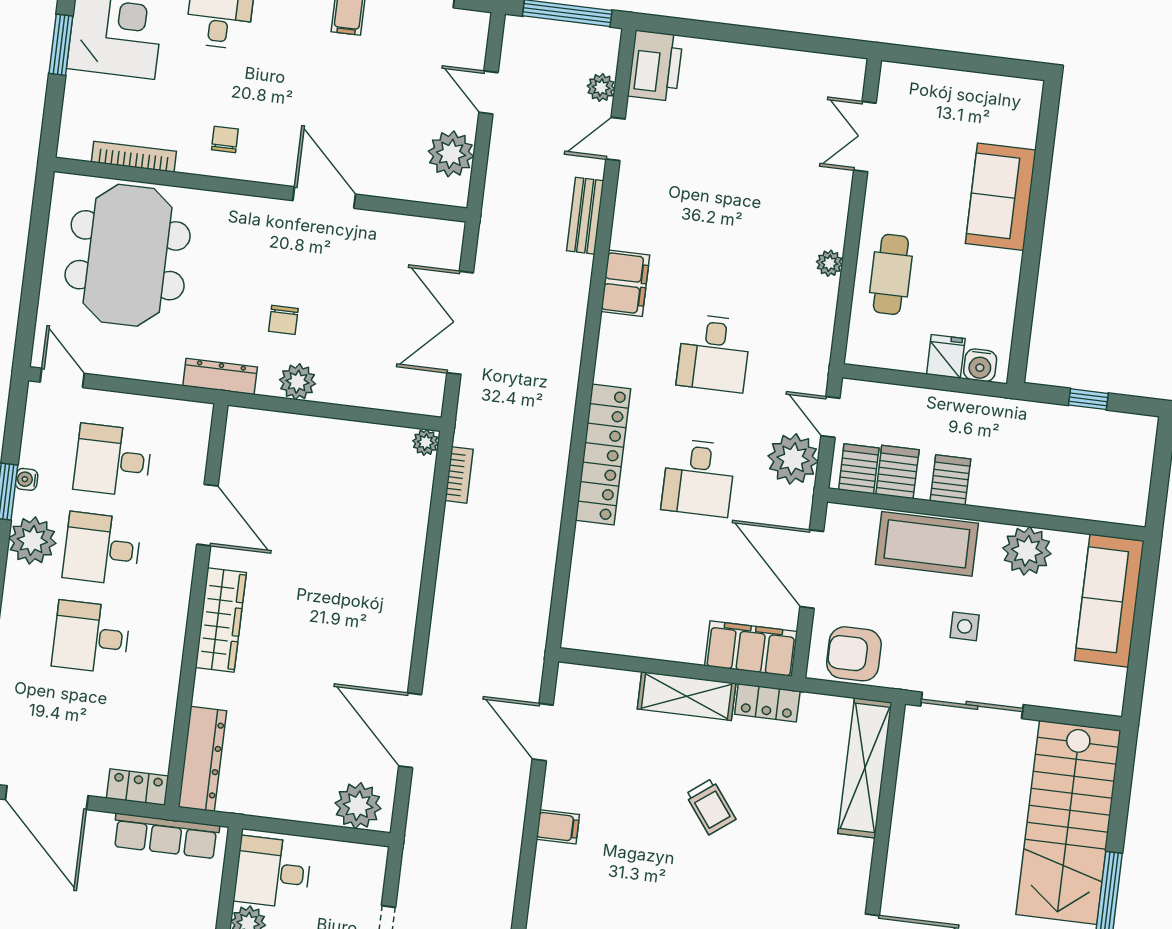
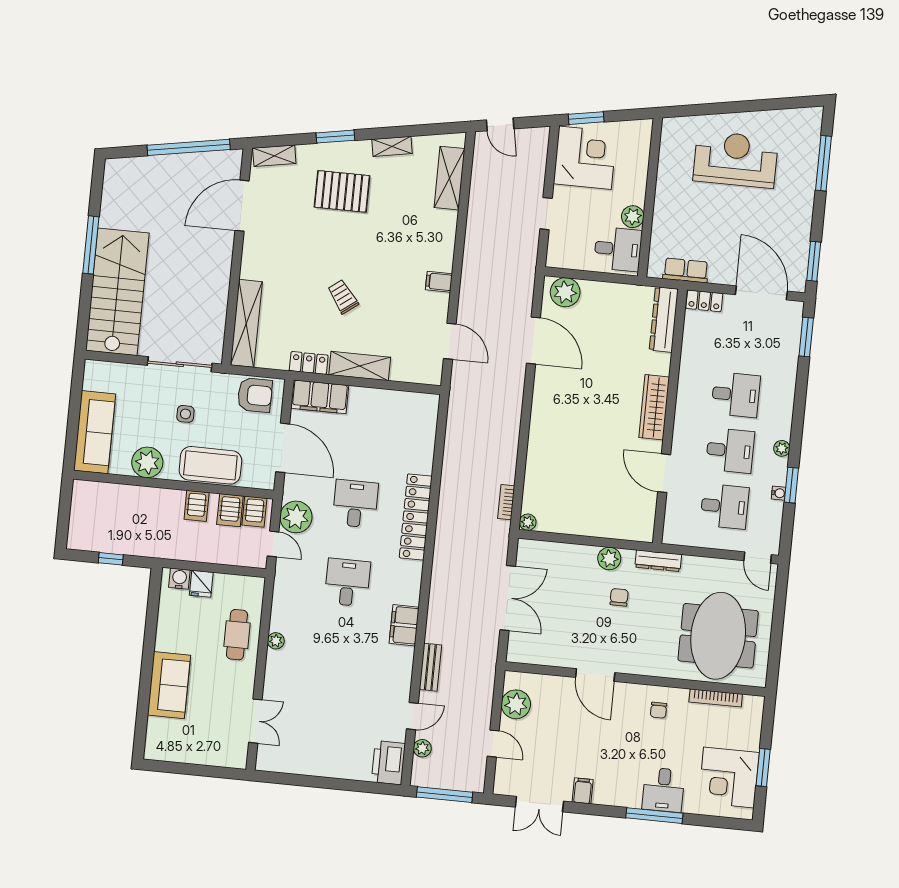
plant: (32, 541) -> (782, 448), width x0.53, depth x0.53
row of seats: (166, 836) -> (686, 270), width x0.68

